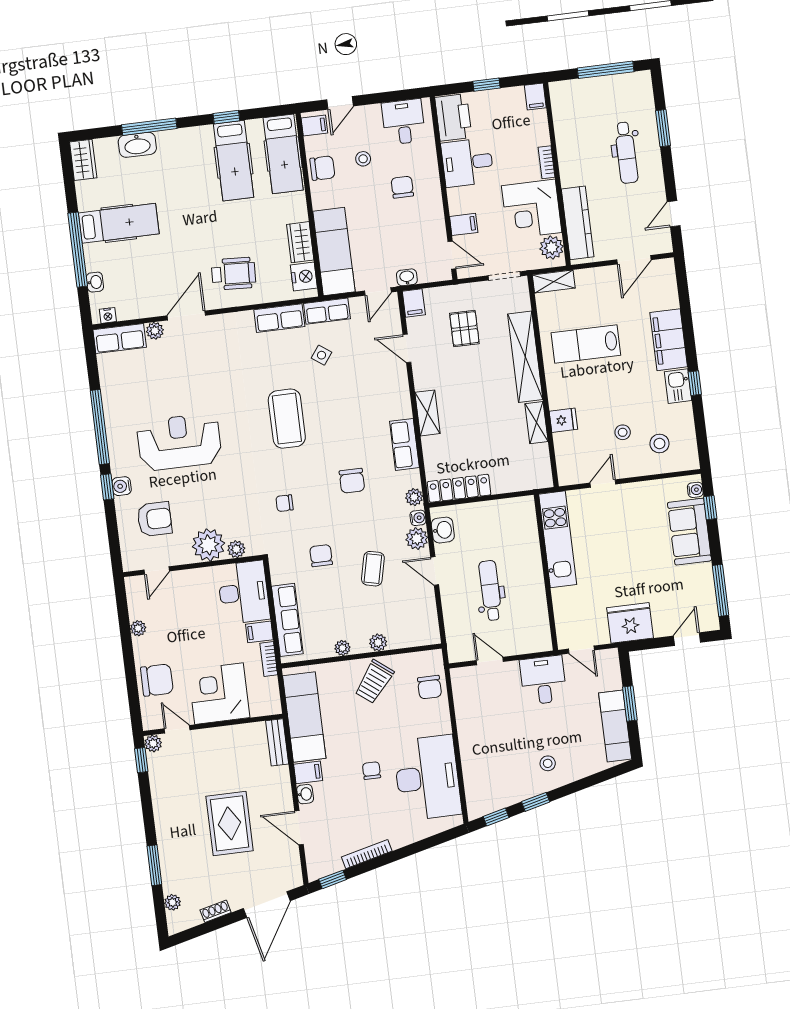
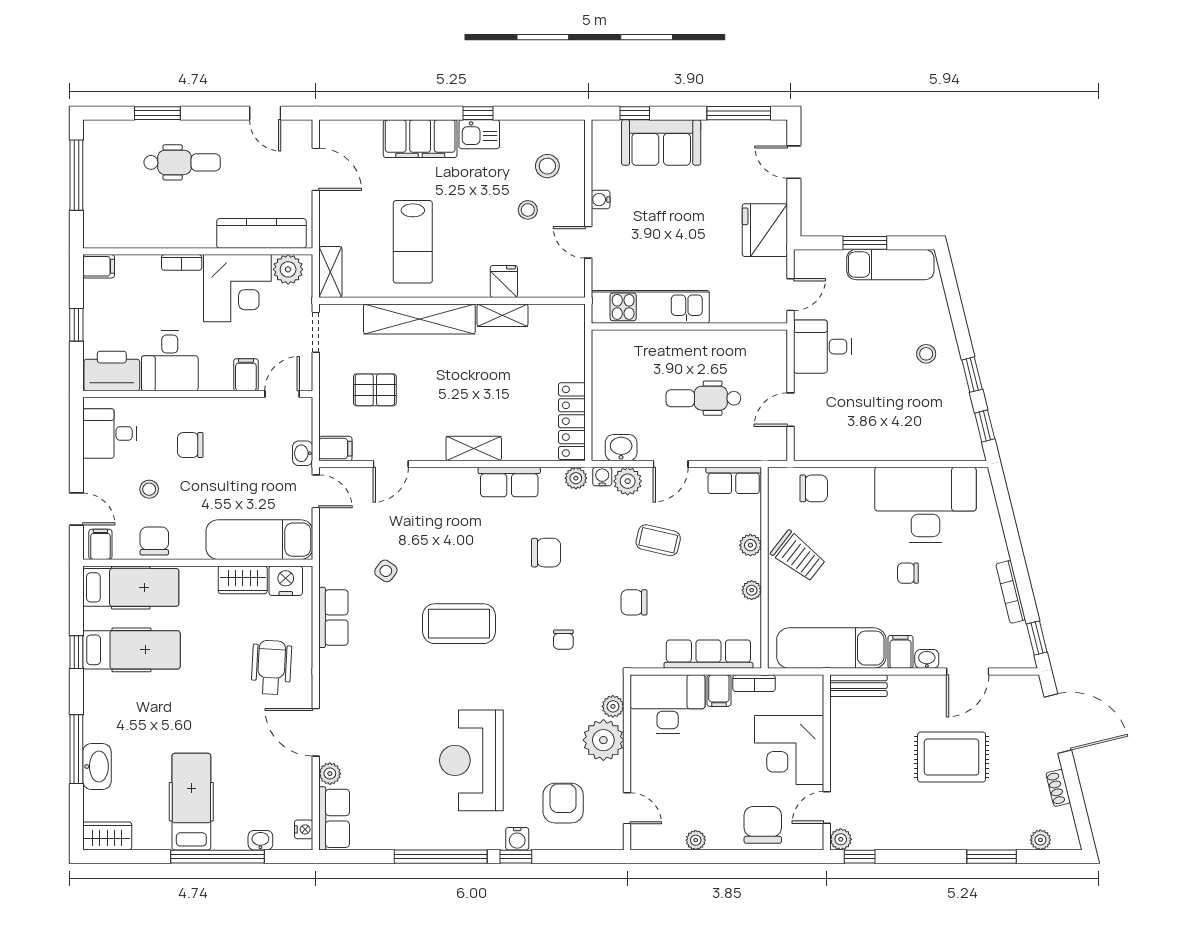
row of seats: (327, 311) -> (734, 480), moved, turned 90
water cooler: (695, 490) -> (601, 200), moved, turned -90

